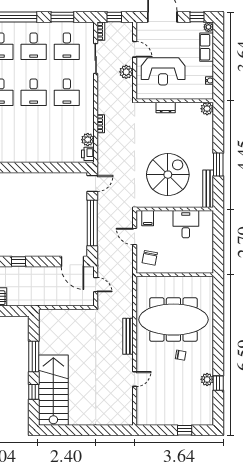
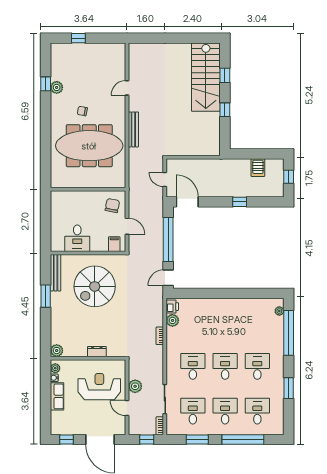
plant: (208, 27) -> (55, 368), moved
row of seats: (207, 47) -> (57, 396), moved
window: (34, 357) -> (225, 110), width x0.46

